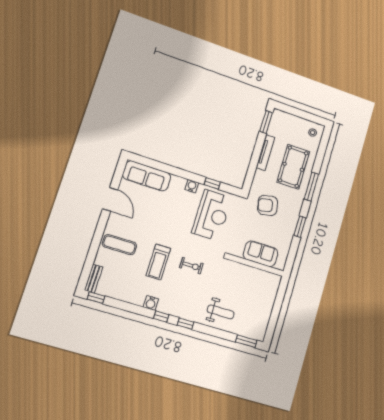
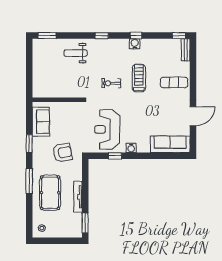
door: (110, 199) -> (193, 116), swing flipped
sofa: (261, 254) -> (41, 122), moved, turned -90
window: (161, 317) -> (136, 36), moved

